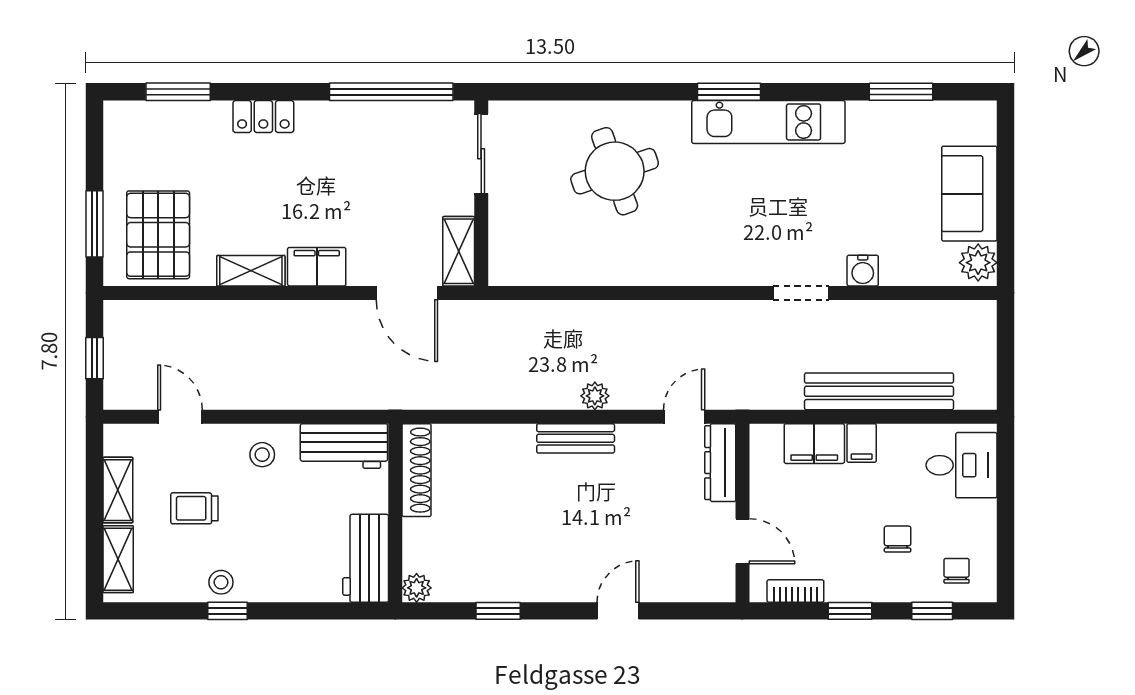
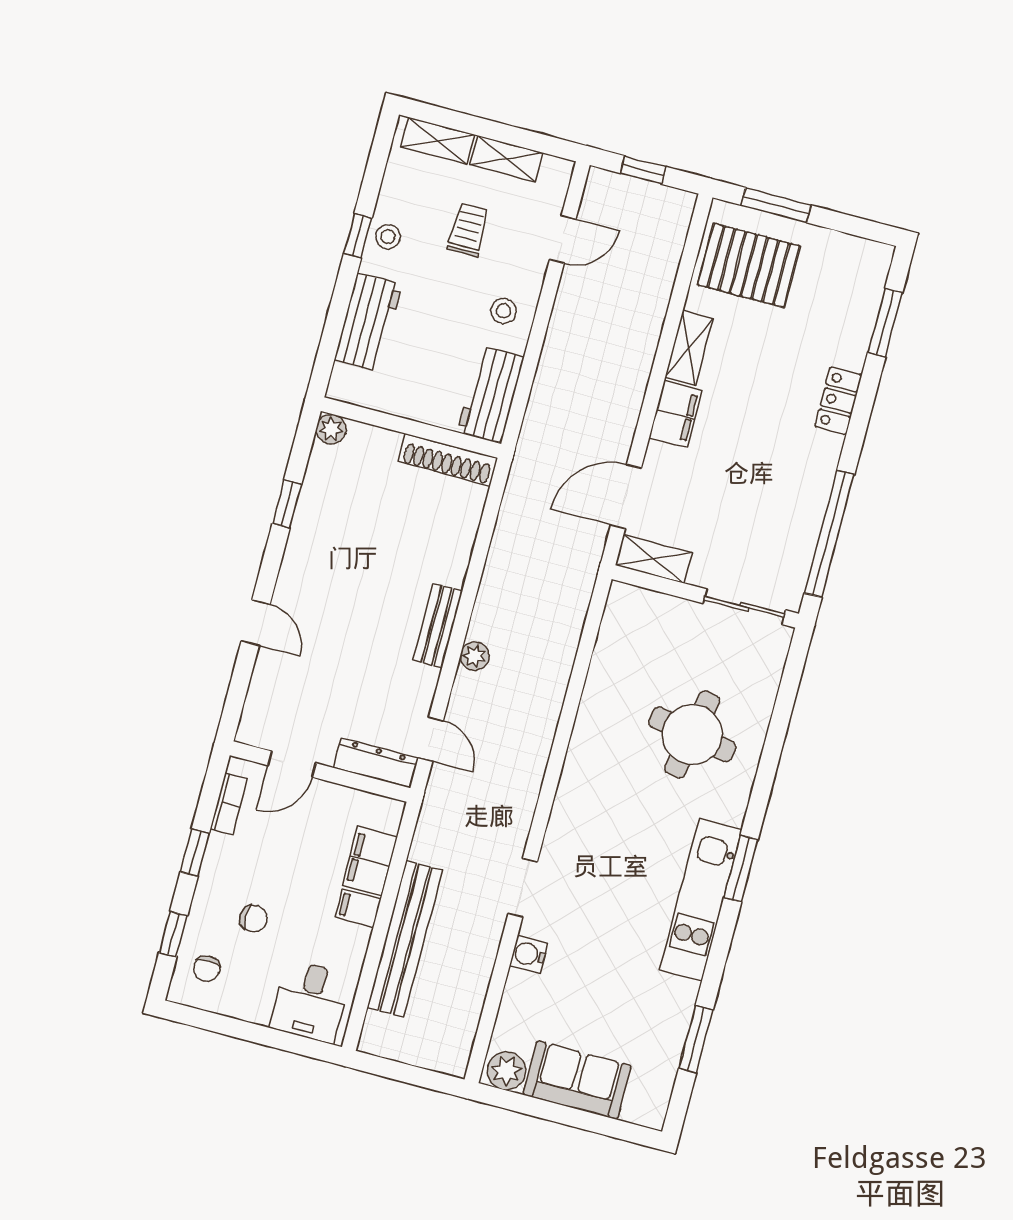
round table: (615, 171) -> (692, 734), turned 30
workbench: (366, 558) -> (368, 322), moved, turned 90
chair: (957, 571) -> (207, 969), turned 90

